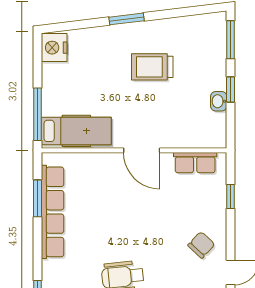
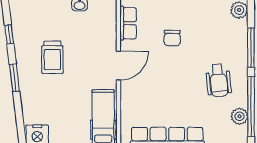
window: (181, 12) -> (9, 34), added
chair: (201, 245) -> (172, 38), moved, turned -133

